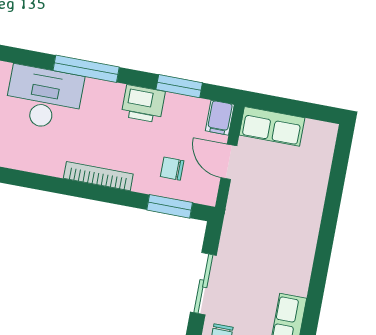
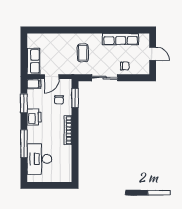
coffee table: (270, 244) -> (83, 53), added

